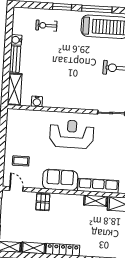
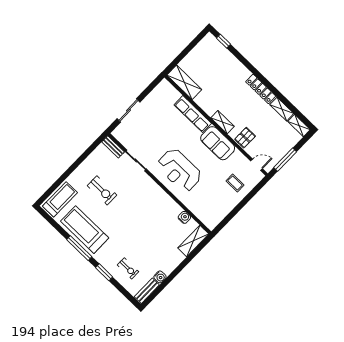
bench: (15, 59) -> (147, 291), moved
door: (16, 189) -> (257, 165), swing flipped
shelving: (96, 201) -> (222, 122), moved

